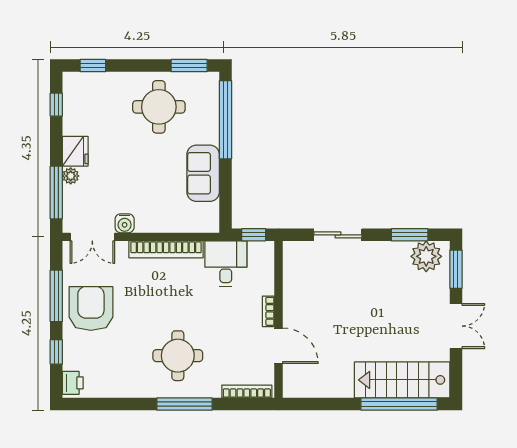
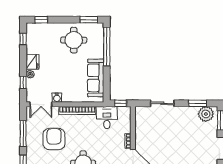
sofa: (203, 173) -> (96, 78), width x1.36
window: (56, 192) -> (23, 82), width x0.46
armchair: (91, 308) -> (54, 139), moved

